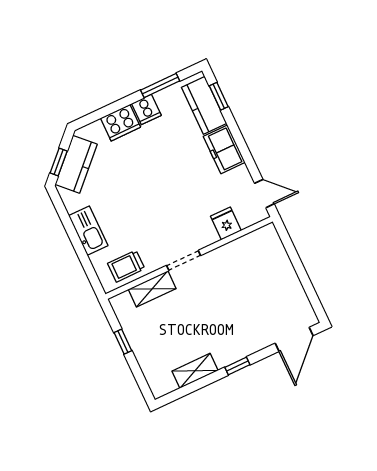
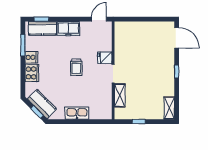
fridge: (226, 223) -> (105, 58), moved
trolley: (126, 266) -> (76, 67), moved
shelving: (195, 371) -> (169, 108), moved

